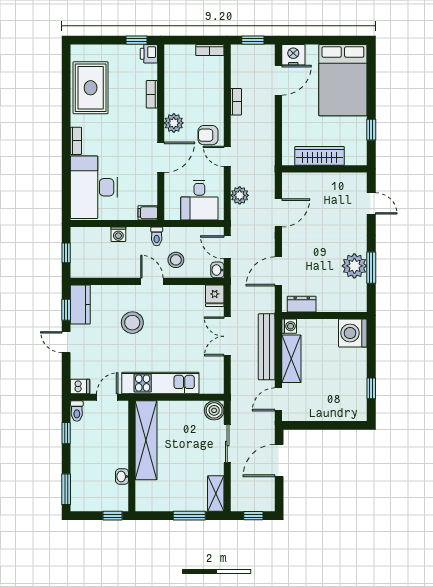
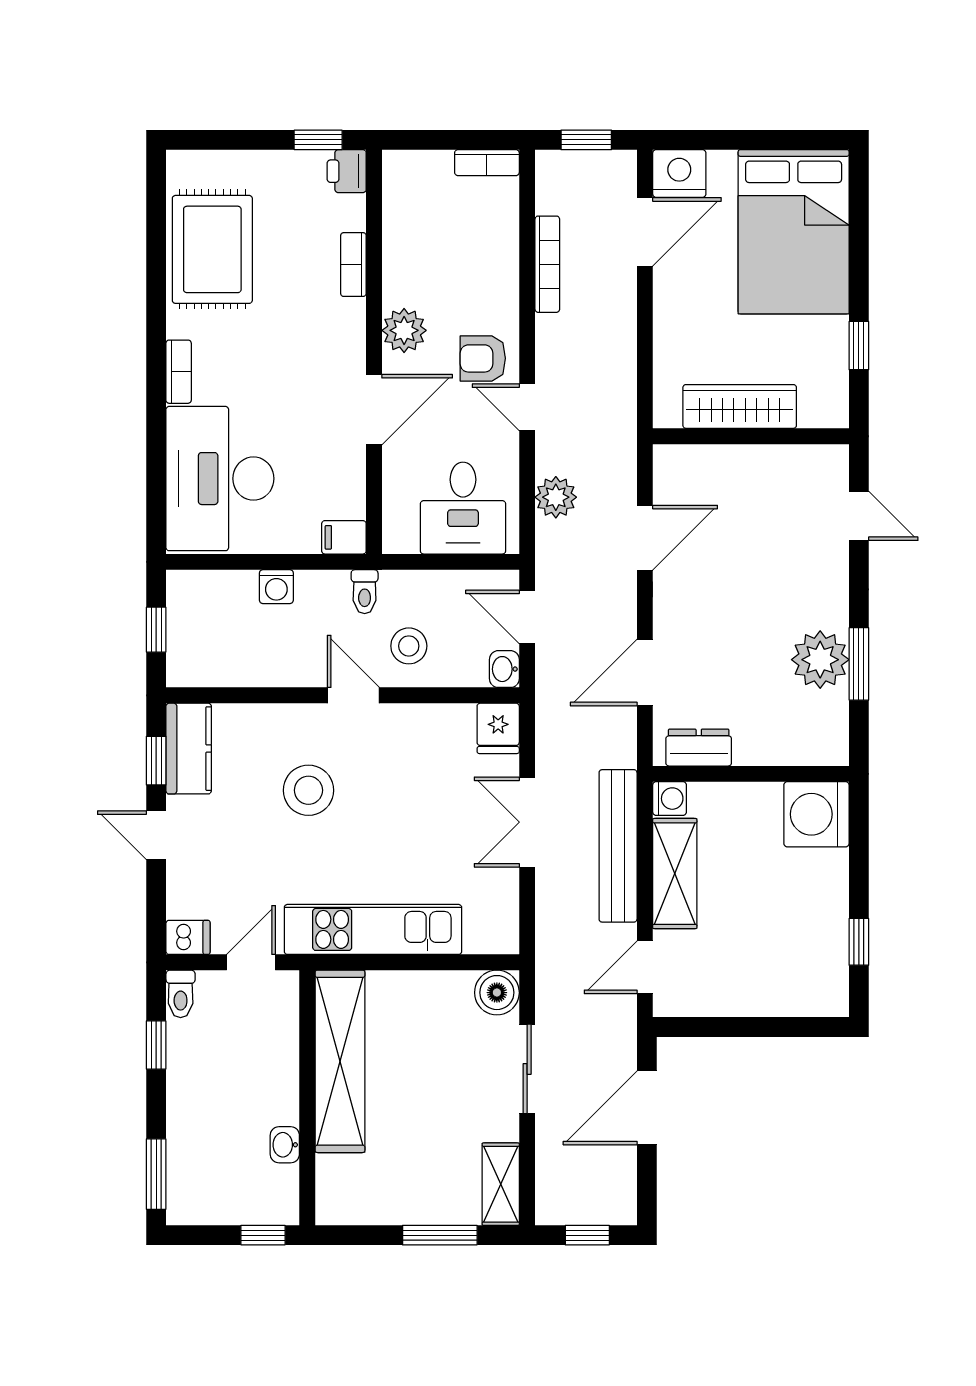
bookcase: (236, 102) -> (547, 264), width x1.56

